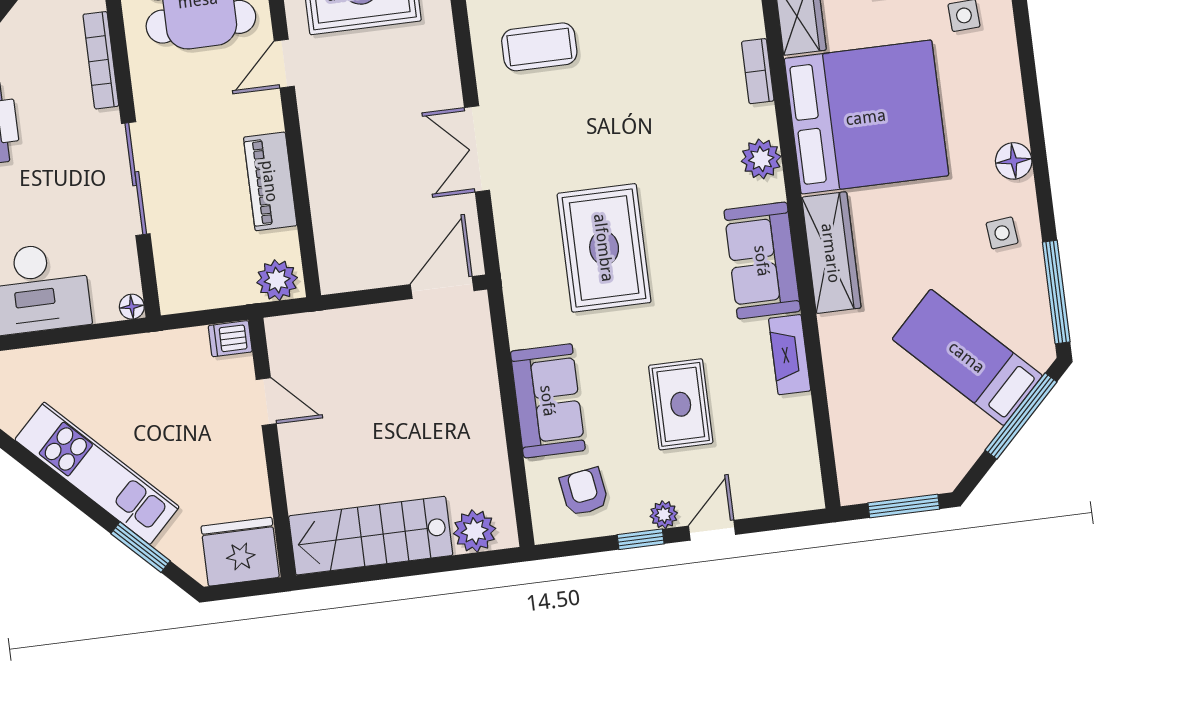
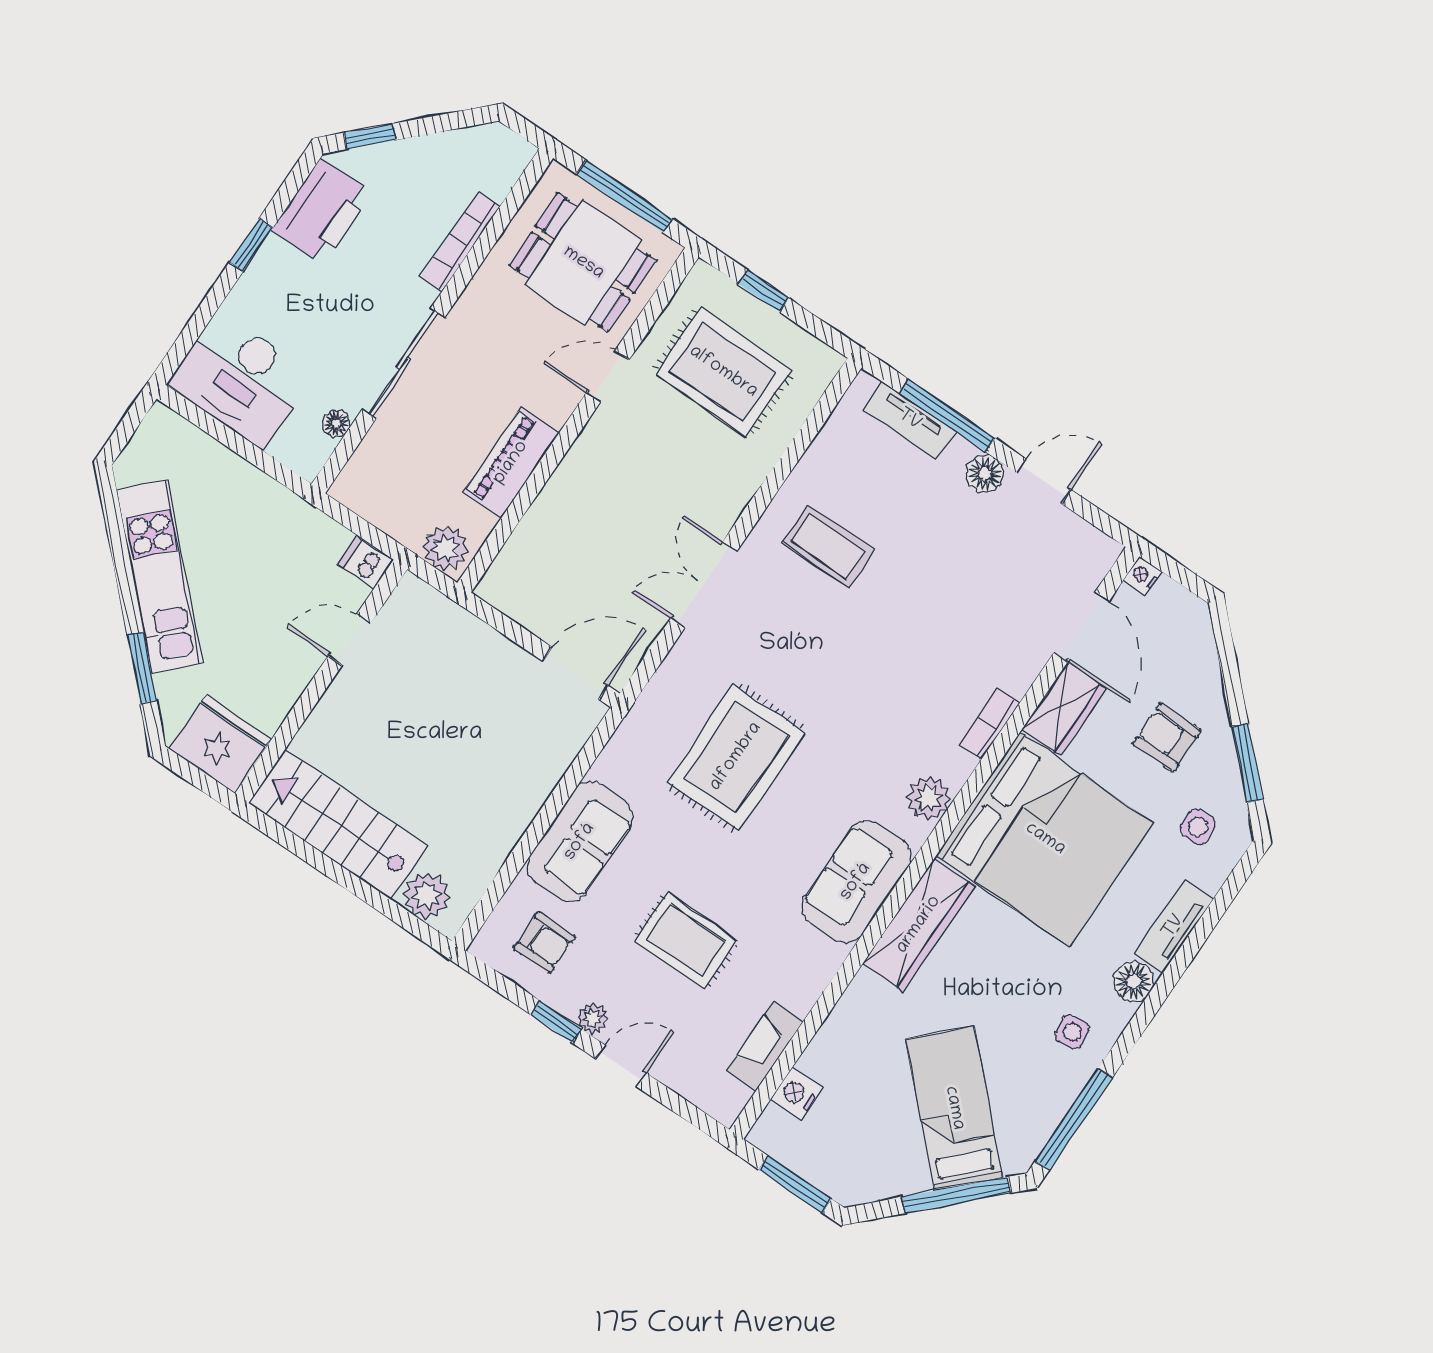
tv unit: (1008, 99) -> (1174, 927), added
floor lamp: (132, 307) -> (336, 424), moved
fireplace: (790, 355) -> (765, 1045), moved
door: (266, 402) -> (349, 640), swing flipped
rug: (681, 404) -> (686, 940), turned 90
nightstand: (850, 443) -> (796, 1094), added
armchair: (584, 492) -> (544, 942), turned 99

